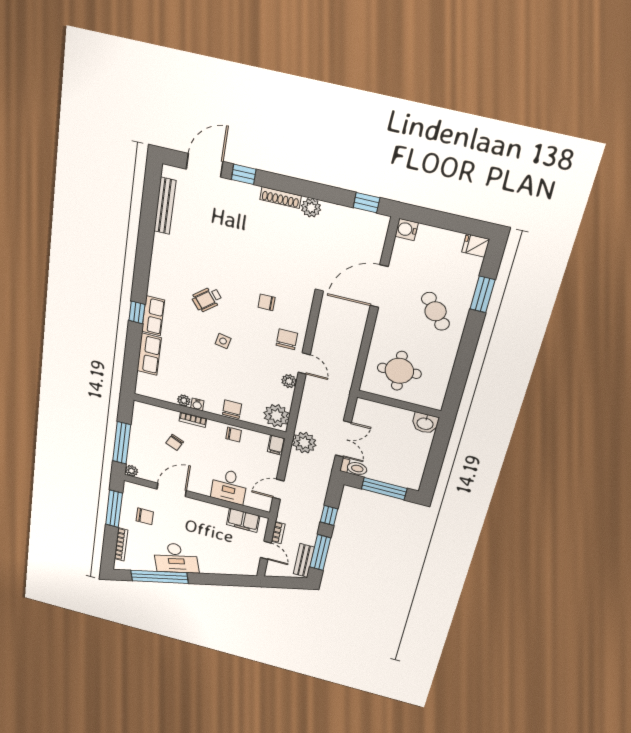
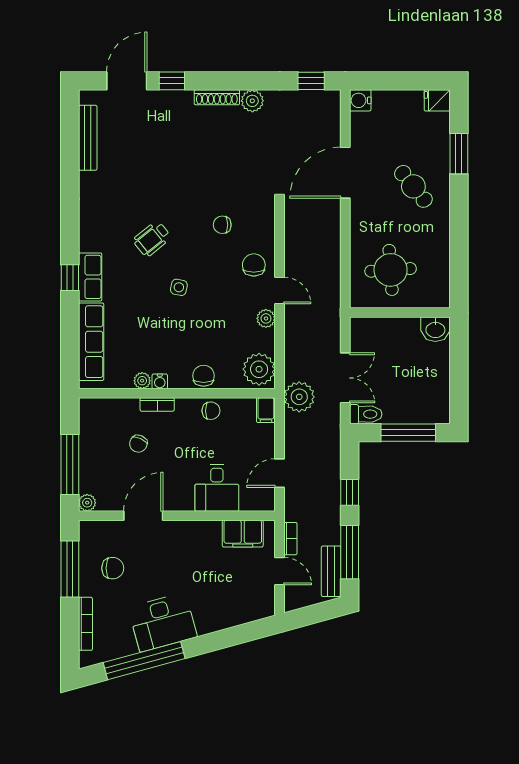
row of seats: (149, 354) -> (91, 342), width x1.48

